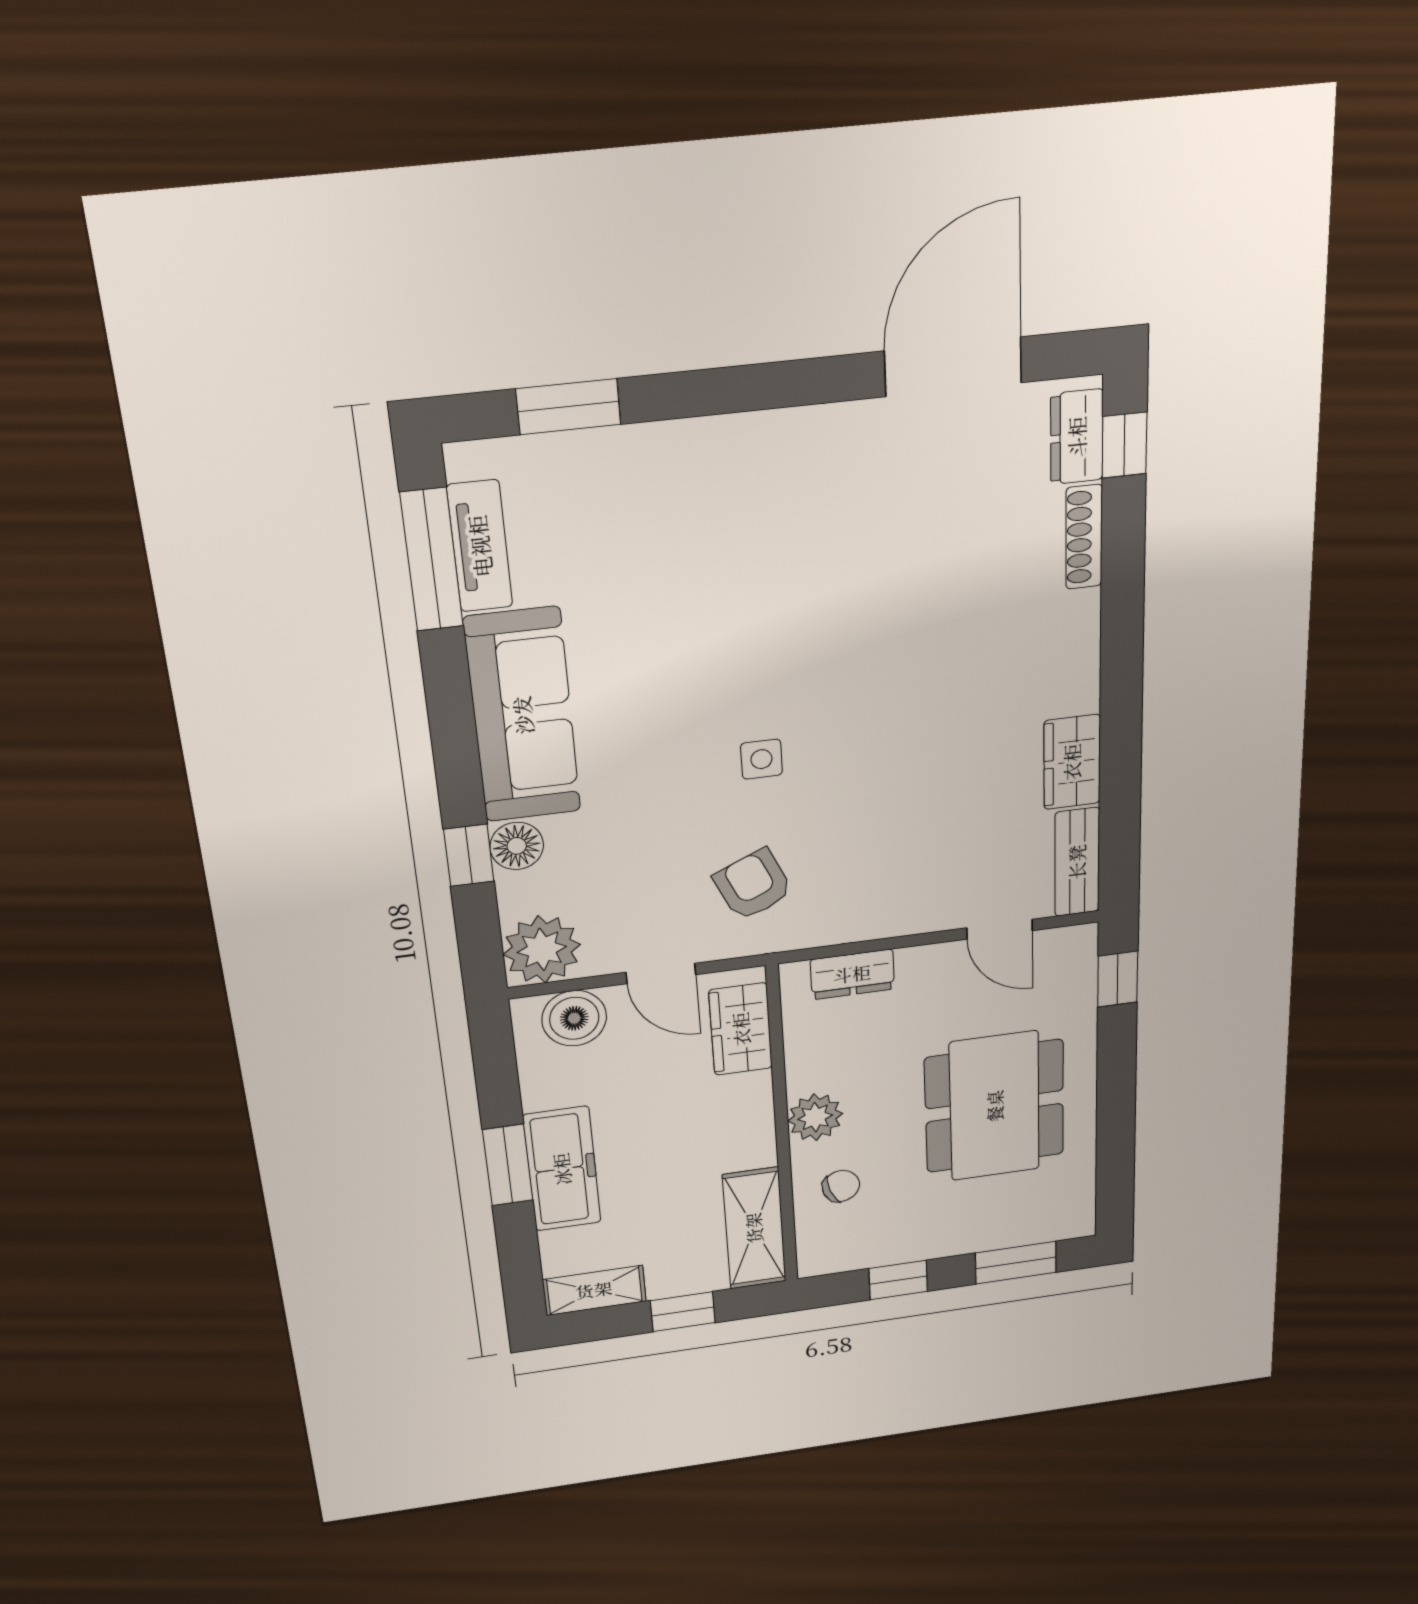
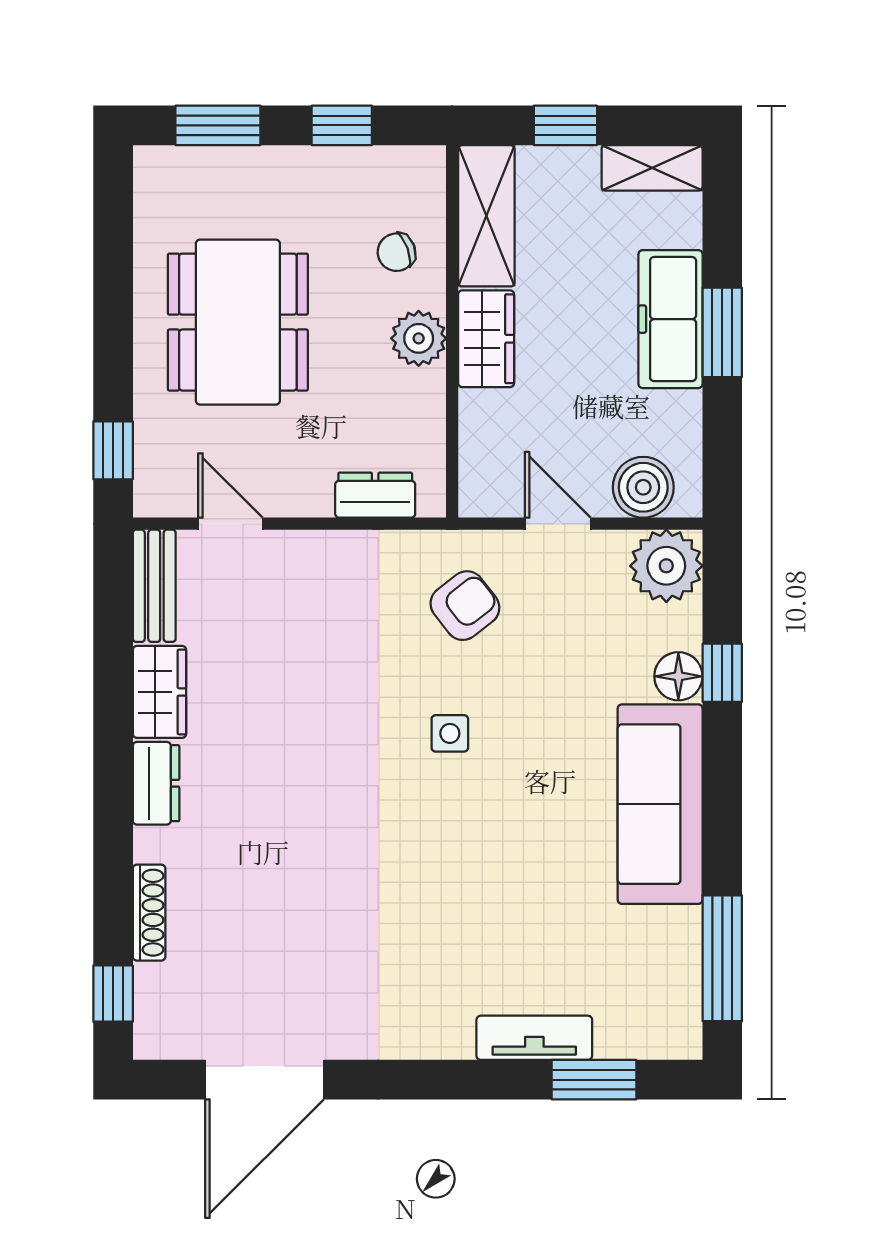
dresser: (1077, 437) -> (156, 783), moved
tv unit: (480, 546) -> (534, 1038), moved, turned 90
armchair: (753, 885) -> (465, 606), turned -104
wardrobe: (741, 1029) -> (486, 339), moved

